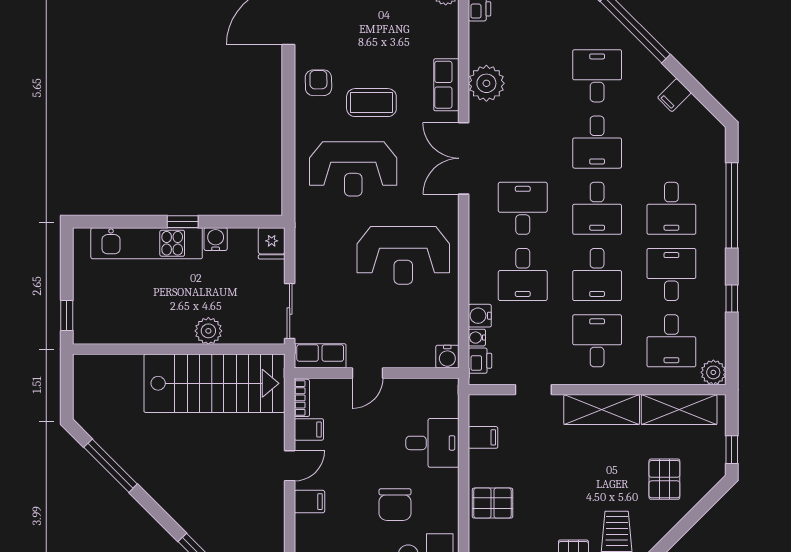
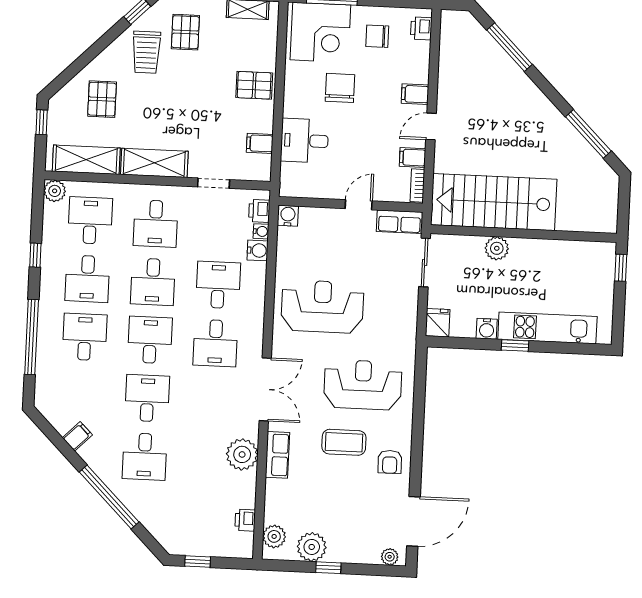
desk: (597, 275) -> (153, 282), turned 180

